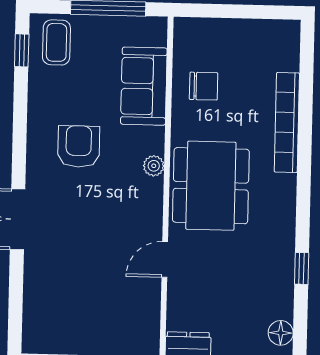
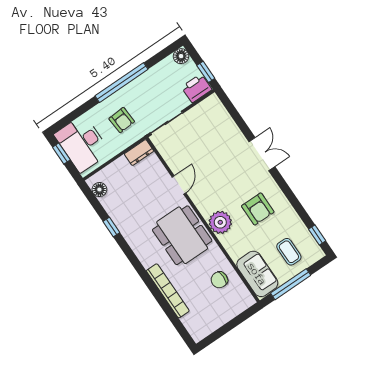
coffee table: (56, 42) -> (289, 252), moved
sofa: (144, 86) -> (257, 274), moved
plant: (154, 166) -> (220, 222), width x1.88, depth x1.88

